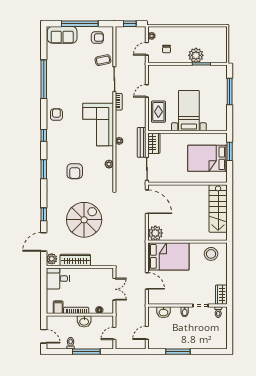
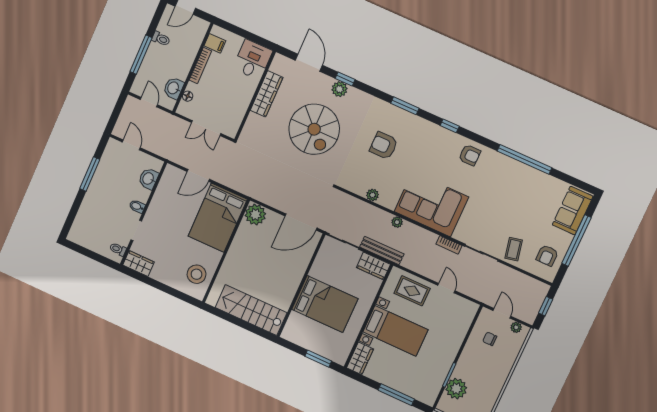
plant: (196, 55) -> (456, 389), moved
wardrobe: (217, 125) -> (360, 358), added
bed: (207, 158) -> (325, 304), moved, turned 90
plant: (52, 259) -> (339, 89), moved
washbasin: (84, 321) -> (173, 88), moved

